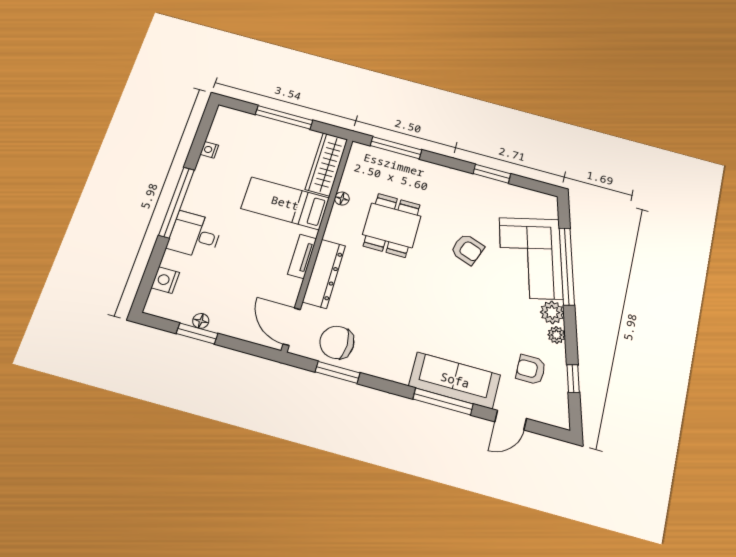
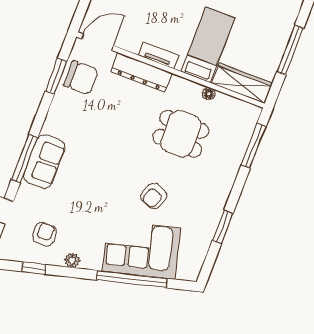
plant: (552, 312) -> (92, 260), removed
chair: (337, 342) -> (81, 78), turned 90
sofa: (455, 380) -> (44, 161), width x0.73

